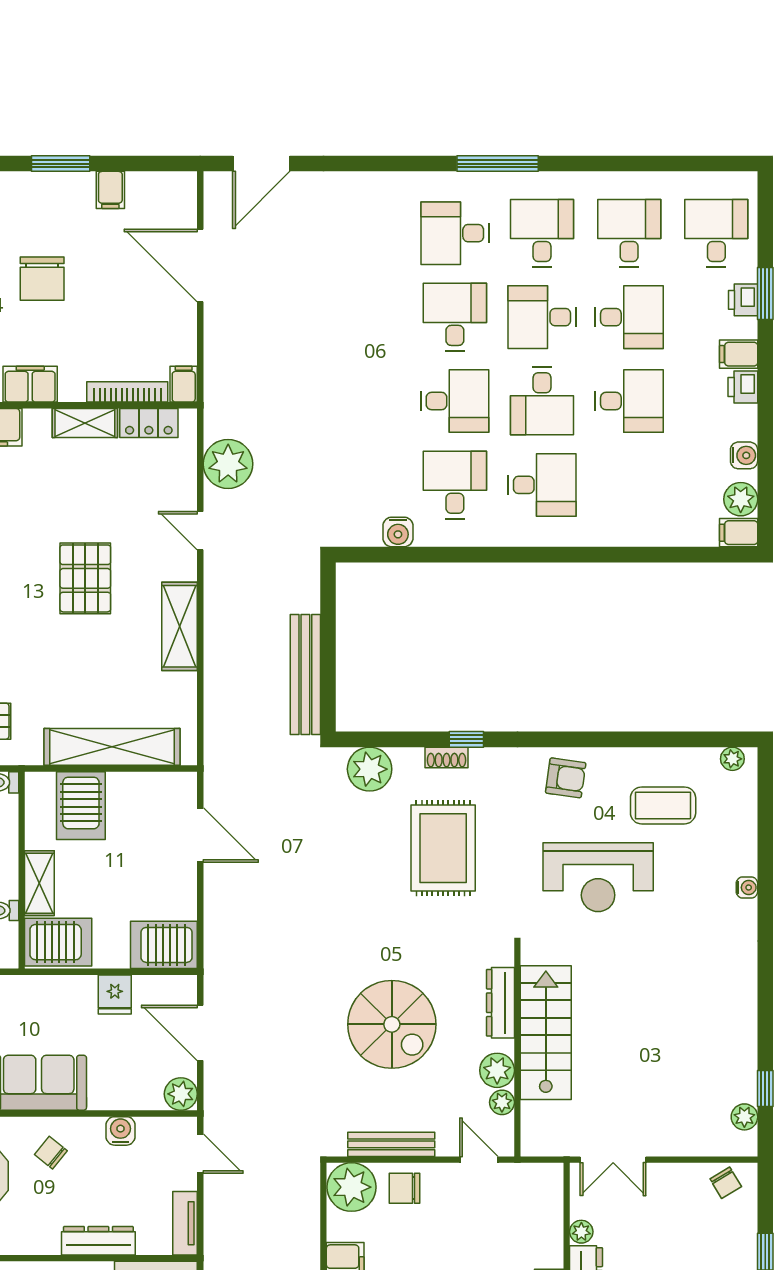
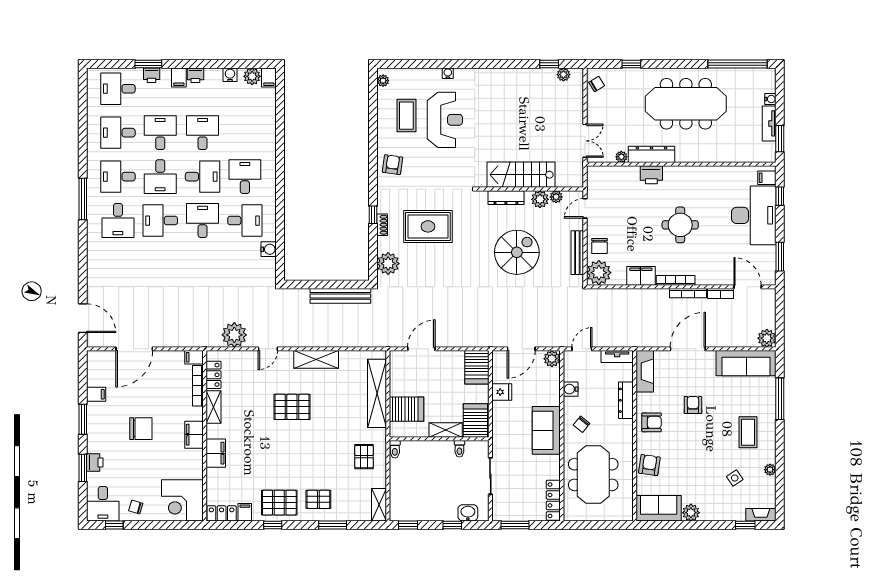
desk: (455, 485) -> (245, 221), turned 180
reception desk: (598, 877) -> (445, 120), moved

